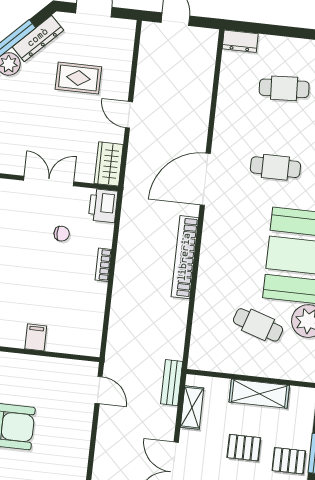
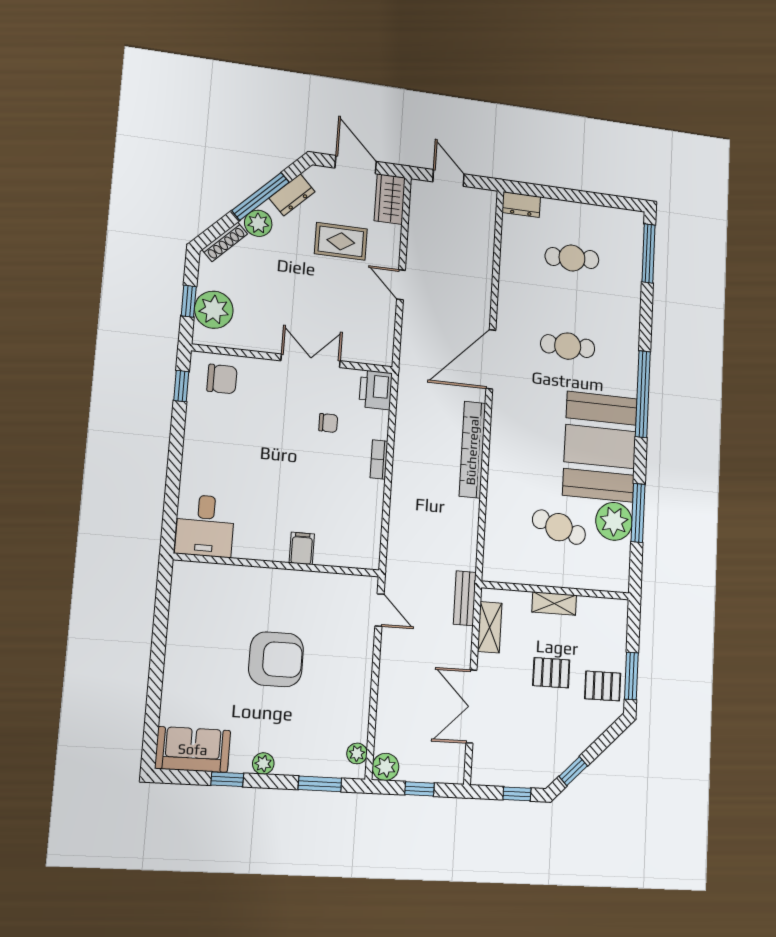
dresser: (38, 38) -> (292, 195), width x0.70
wardrobe: (109, 164) -> (390, 199), moved
shelving: (259, 394) -> (554, 604), width x0.67, depth x0.75

